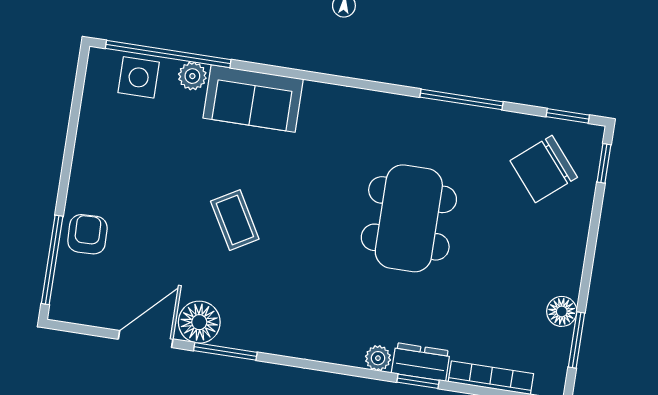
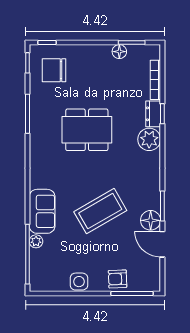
side table: (139, 77) -> (79, 282), moved
chair: (544, 169) -> (54, 70), turned 130
coffee table: (235, 220) -> (100, 211), width x1.86, depth x1.72
plant: (378, 358) -> (149, 139), width x1.88, depth x1.88

